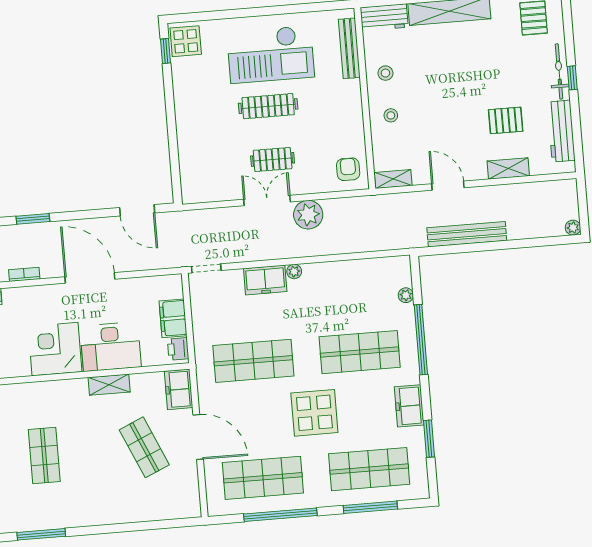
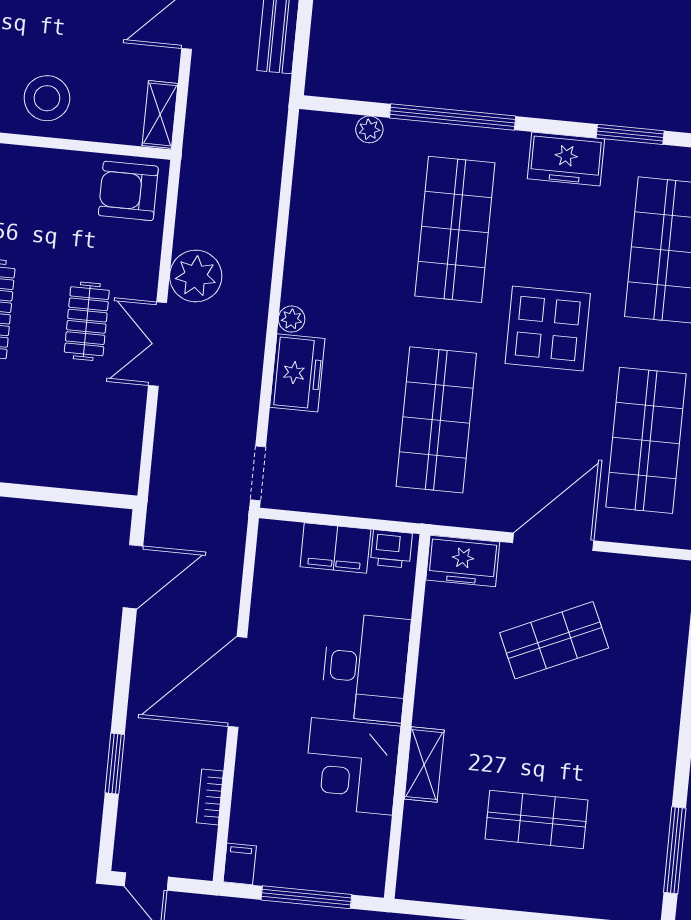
stool: (391, 115) -> (47, 98), width x1.89, depth x1.89
armchair: (348, 169) -> (128, 191), width x1.38, depth x1.38
shelving: (109, 385) -> (424, 765), moved

